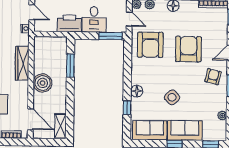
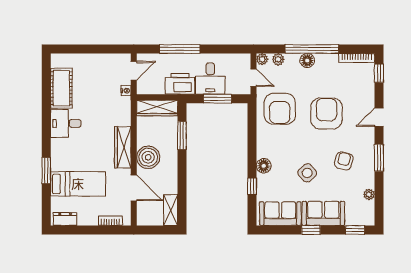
door: (32, 12) -> (134, 71), hinge flipped
window: (110, 36) -> (217, 99), moved
wardrobe: (50, 43) -> (157, 108), added
wardrobe: (22, 63) -> (123, 147), moved
armchair: (213, 77) -> (344, 161), moved
door: (30, 119) -> (134, 188), moved

